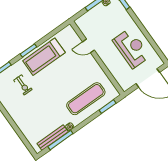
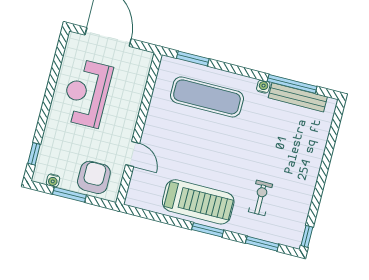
armchair: (93, 21) -> (94, 177), added

